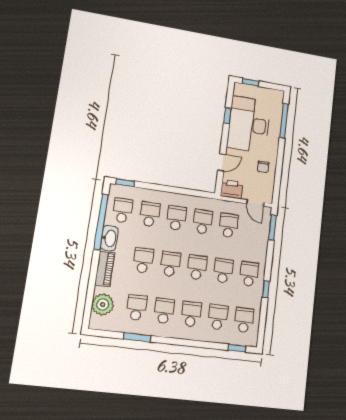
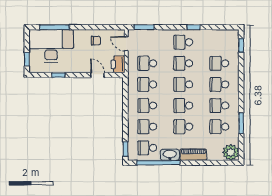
desk: (249, 124) -> (51, 46), moved, turned 180
door: (255, 203) -> (126, 44), swing flipped
plant: (103, 305) -> (231, 152), moved
school desk: (244, 320) -> (219, 42), removed

